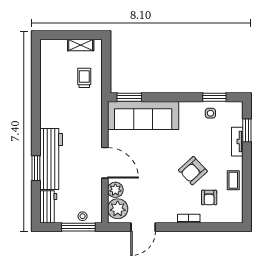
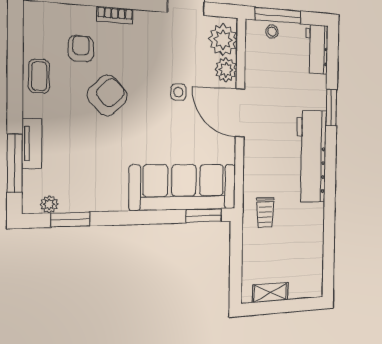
trolley: (84, 78) -> (265, 212), moved
plant: (227, 107) -> (49, 204), added
side table: (210, 113) -> (178, 92), moved
window: (247, 130) -> (15, 163), width x1.44
workbench: (51, 159) -> (311, 156), moved

